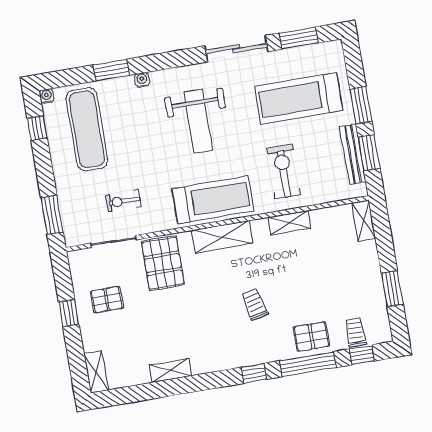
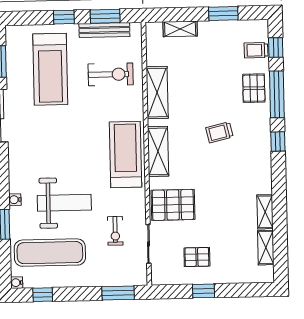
window: (361, 105) -> (64, 17), width x0.67
weight bench: (198, 121) -> (64, 203), moved
exercise bike: (284, 171) -> (111, 74), moved, turned 180
shelving: (364, 221) -> (180, 29), moved
shelving: (289, 223) -> (157, 93), width x1.50, depth x1.33
pallet: (107, 300) -> (197, 257), turned 90
shelving: (96, 372) -> (266, 248), moved, turned 90

